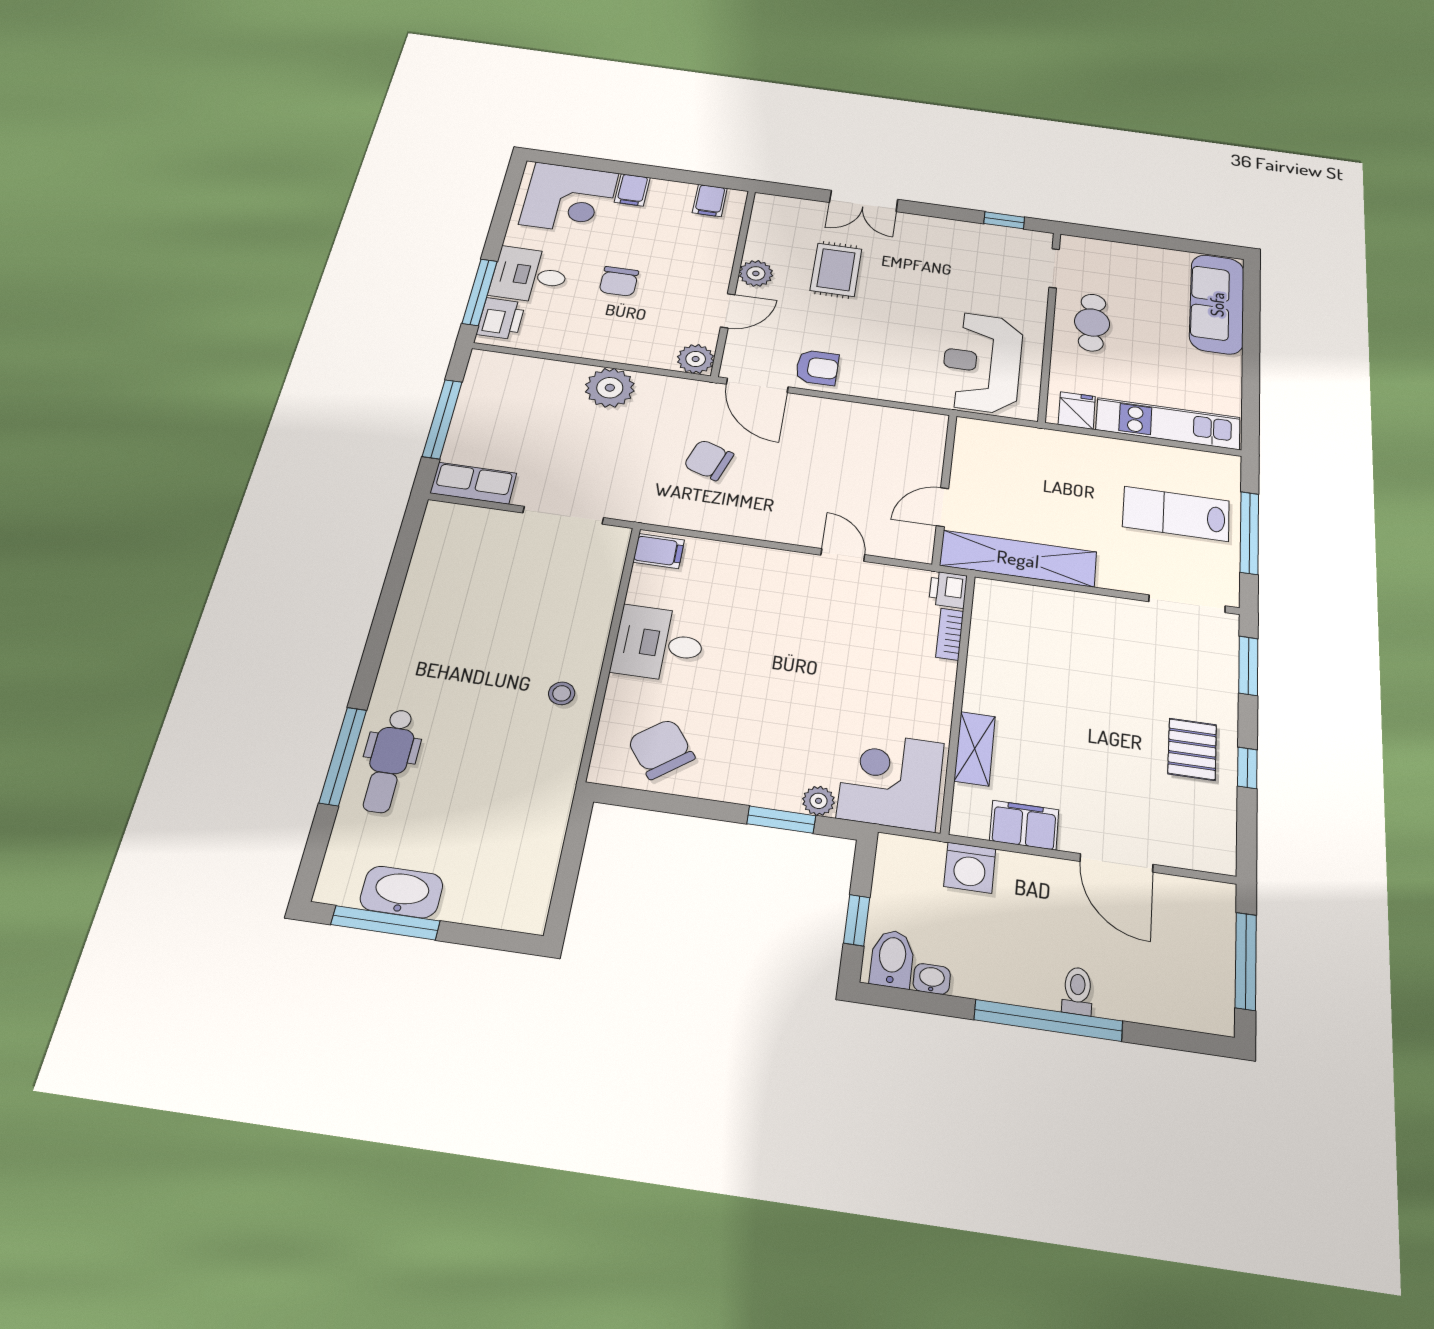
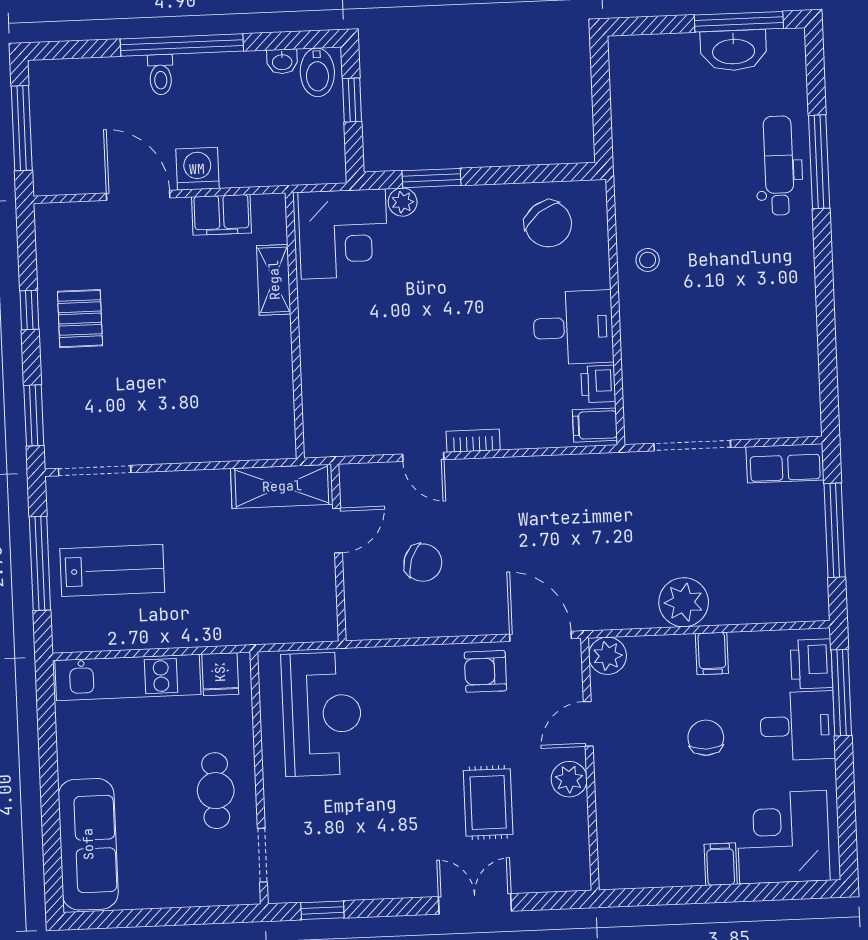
filing cabinet: (710, 201) -> (712, 653), moved, turned 180
chair: (709, 460) -> (423, 563), moved
shelving: (1018, 559) -> (282, 486), width x0.68
printer: (948, 590) -> (598, 384), moved, turned 180
bookcase: (950, 634) -> (473, 441), moved, turned -90
washing machine: (970, 868) -> (197, 169), moved

